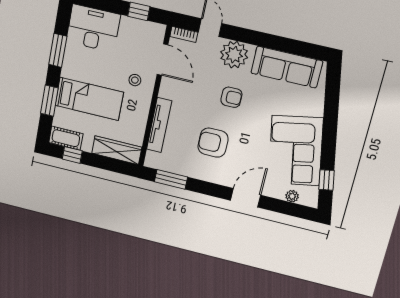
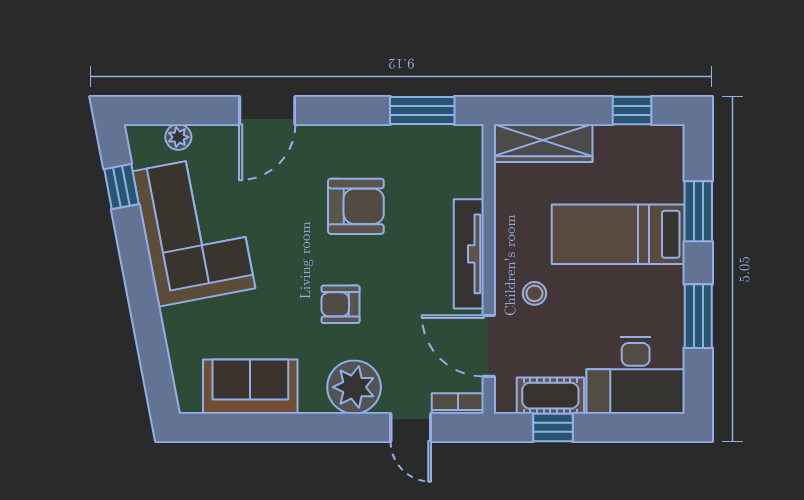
sofa: (287, 67) -> (250, 387), width x0.73
tv unit: (159, 125) -> (469, 254), moved
cot: (66, 138) -> (550, 396), moved

